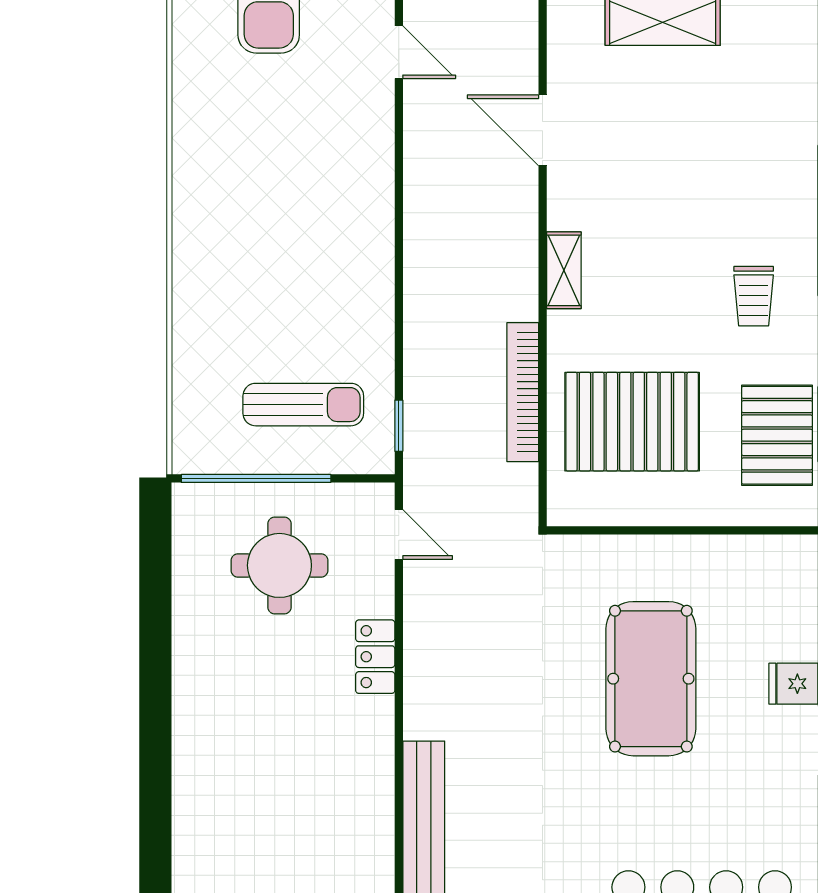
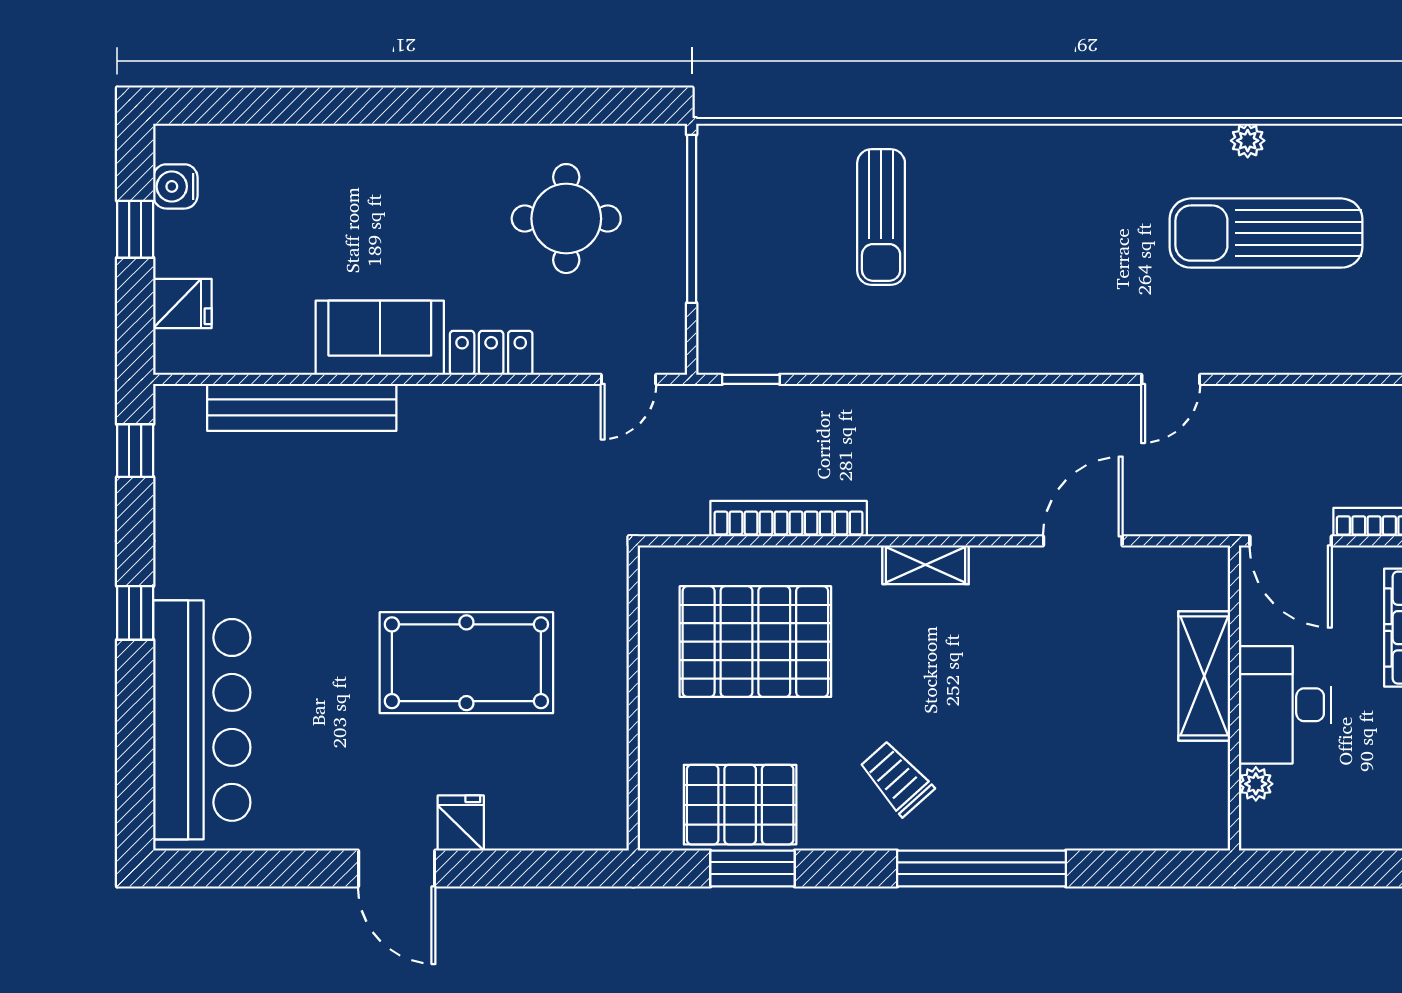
trolley: (754, 296) -> (896, 778), turned 48
sun lounger: (303, 405) -> (881, 217), moved
pallet: (632, 422) -> (755, 642), turned 90
round table: (279, 565) -> (566, 219), moved
sofa: (362, 756) -> (380, 338), added

